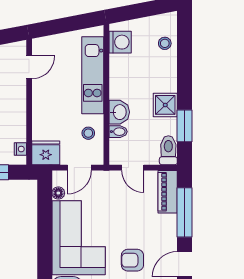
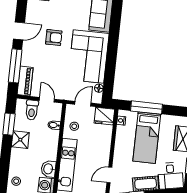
washbasin: (119, 112) -> (49, 169), moved
toilet: (168, 150) -> (32, 110), moved

